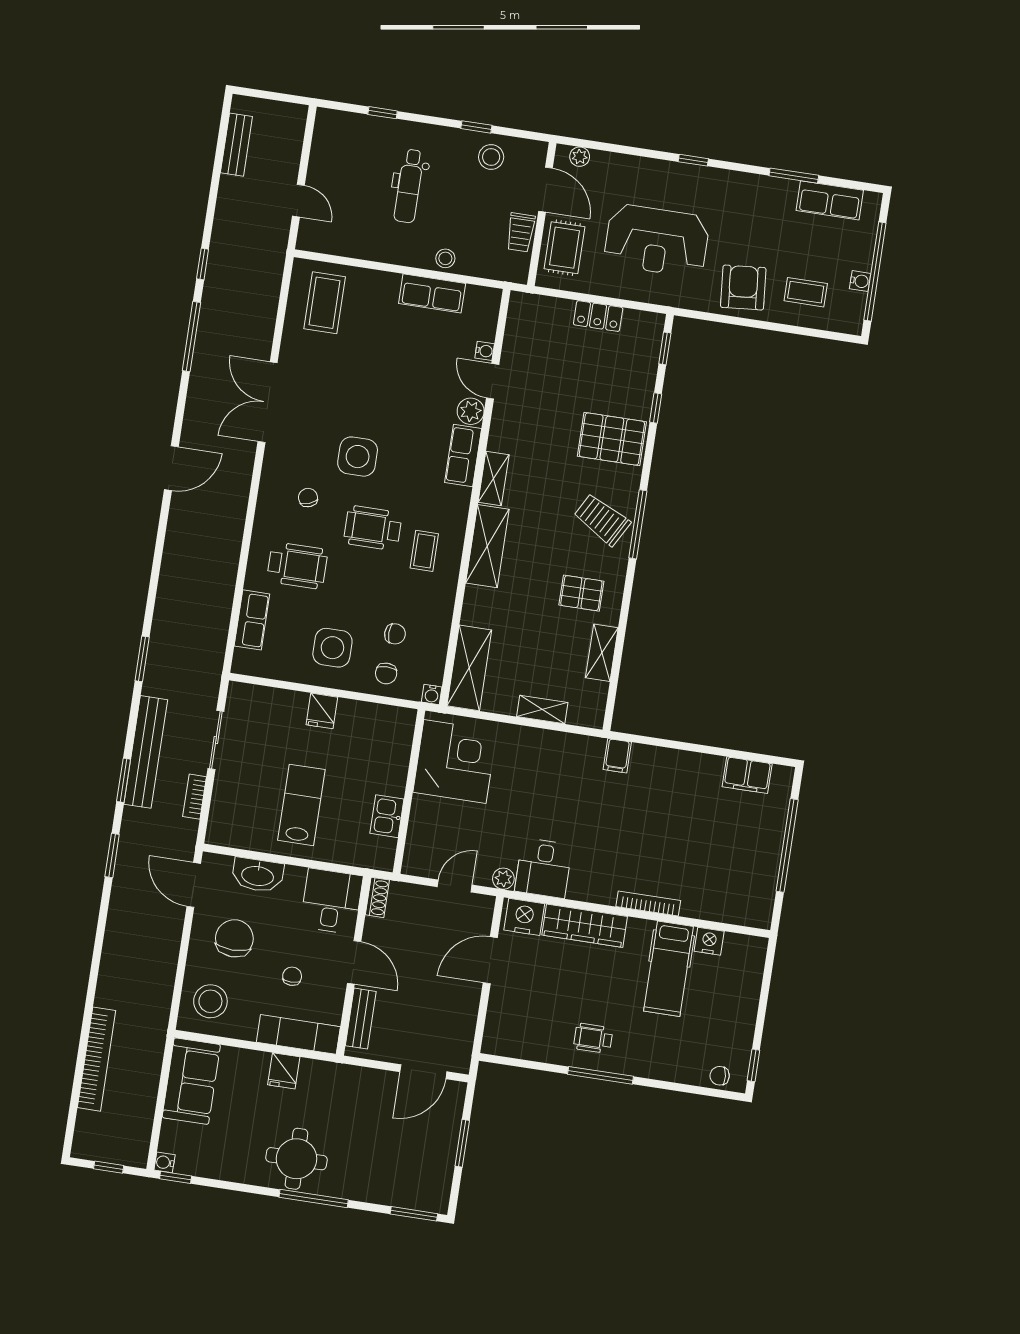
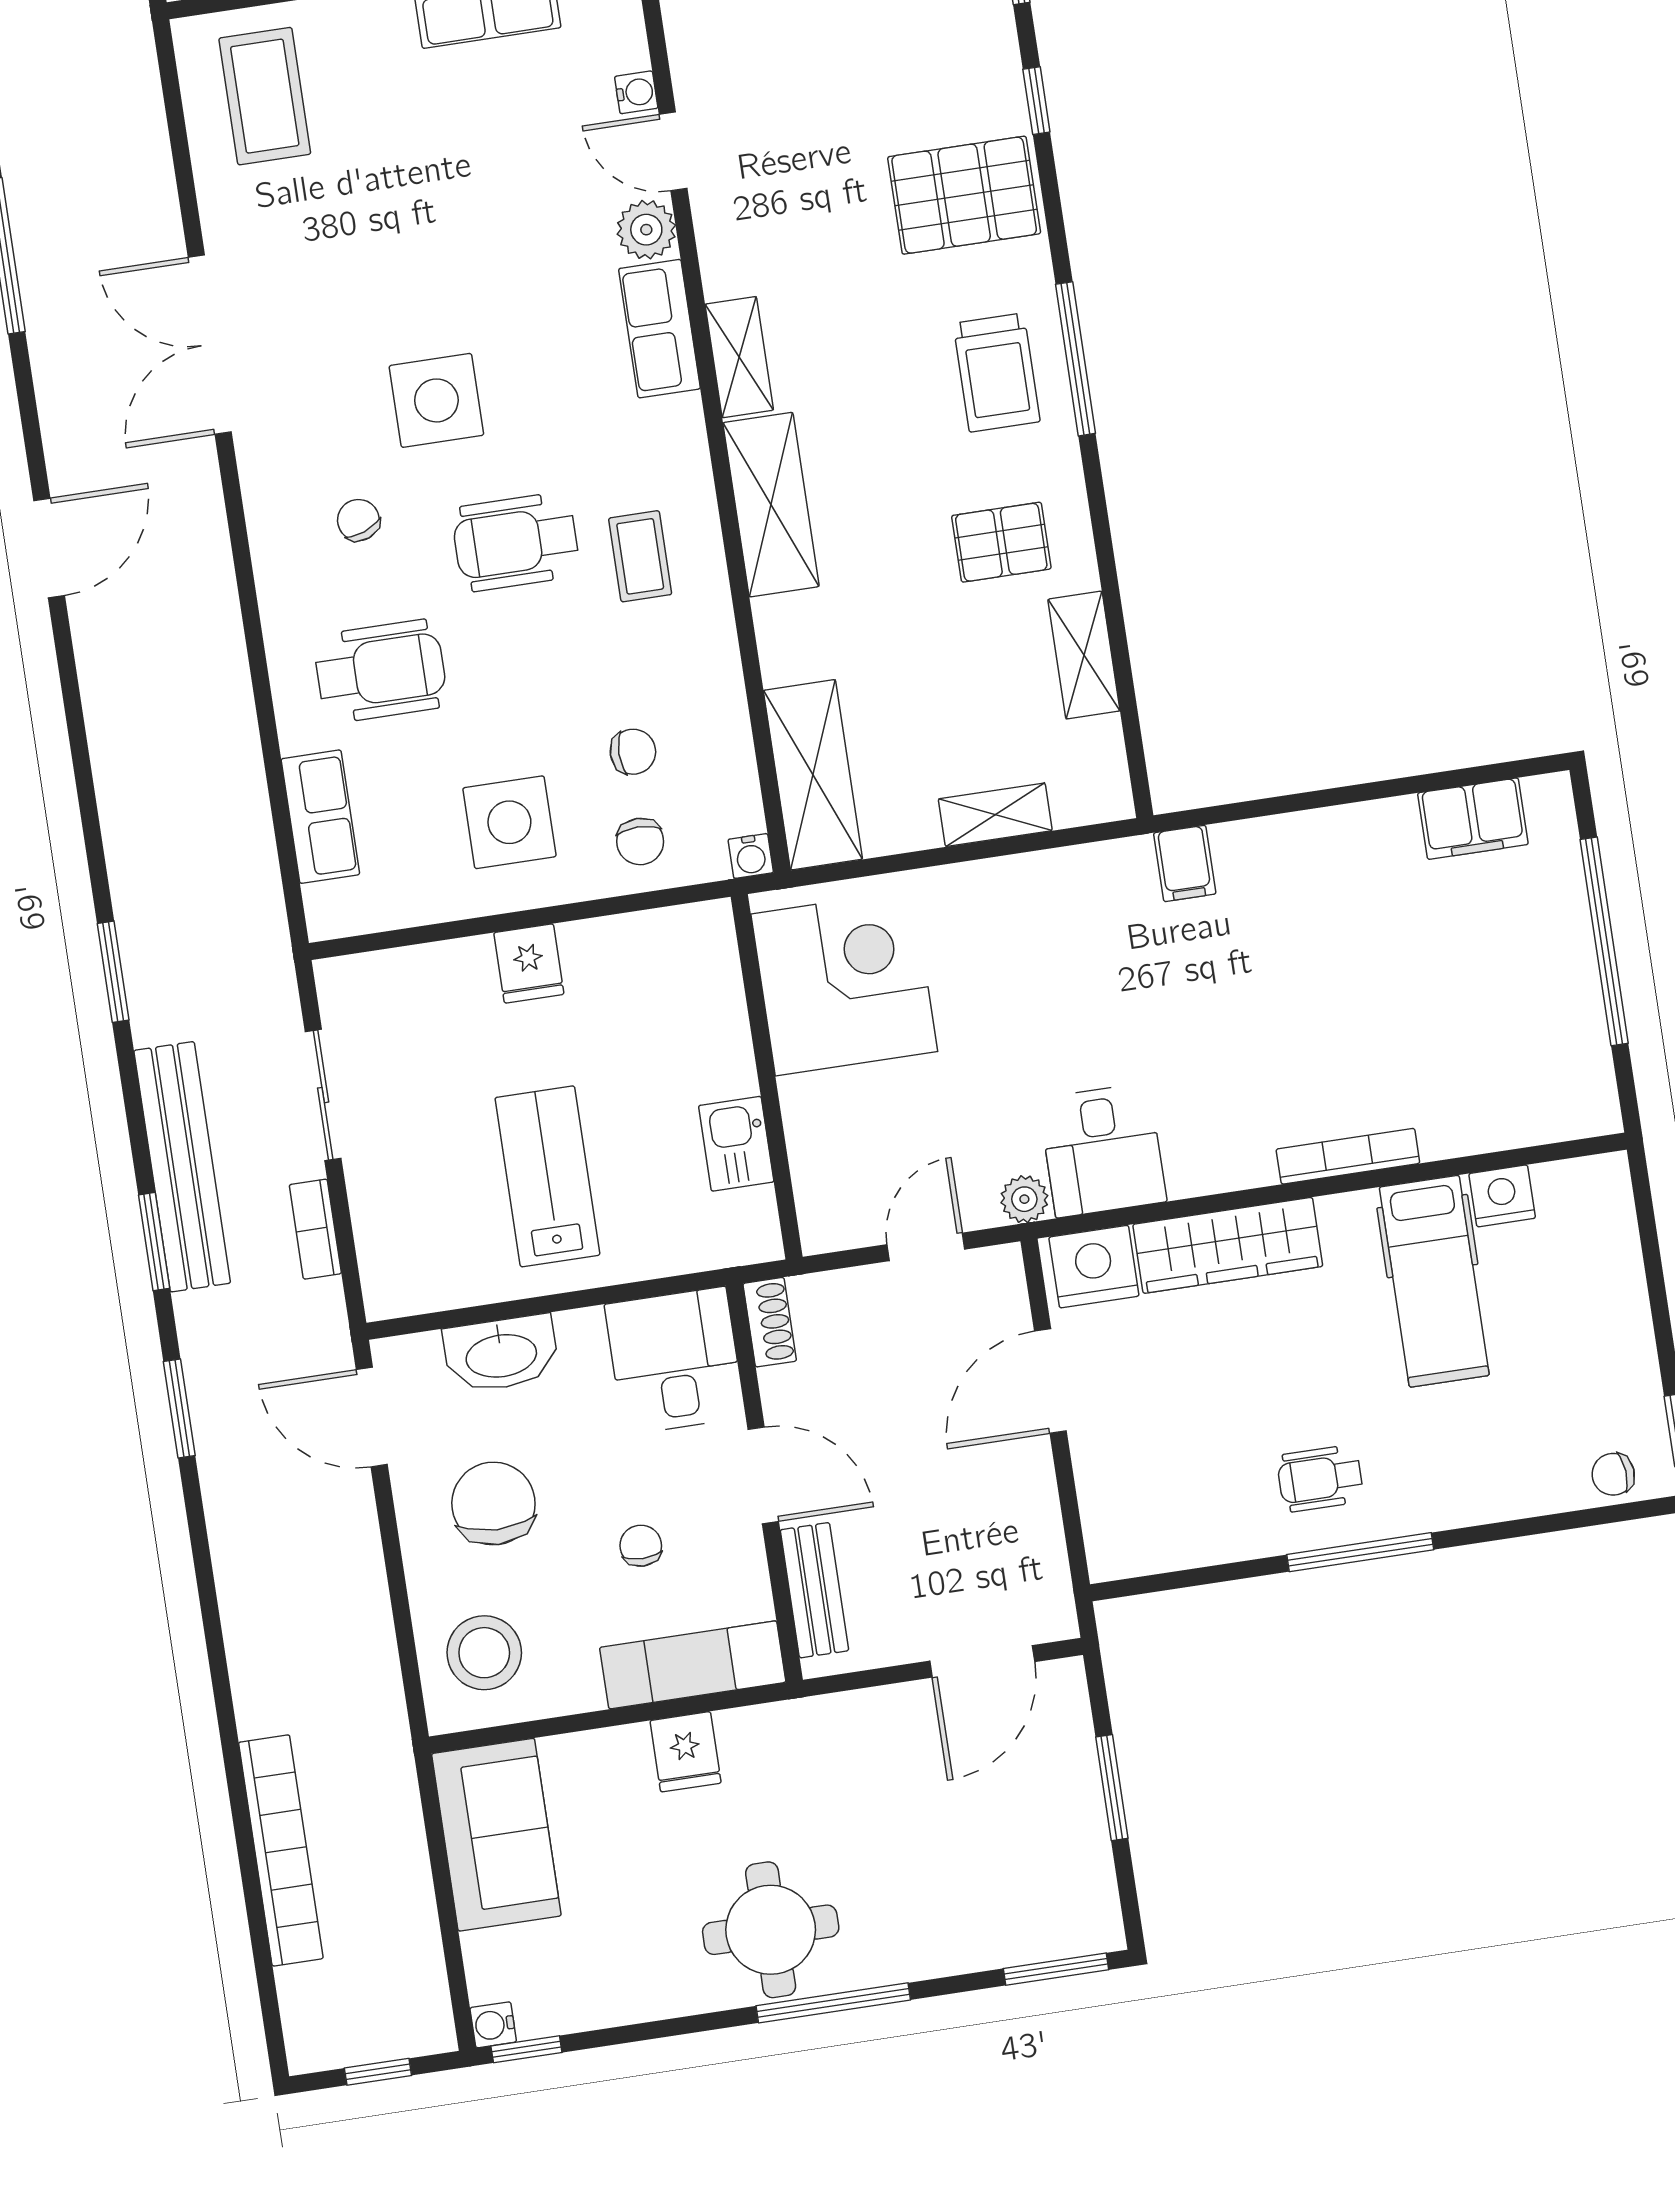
trolley: (602, 520) -> (997, 372), turned -119

